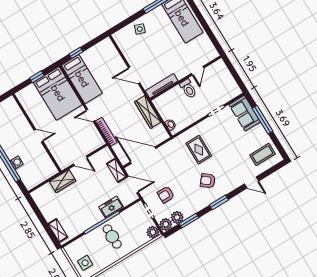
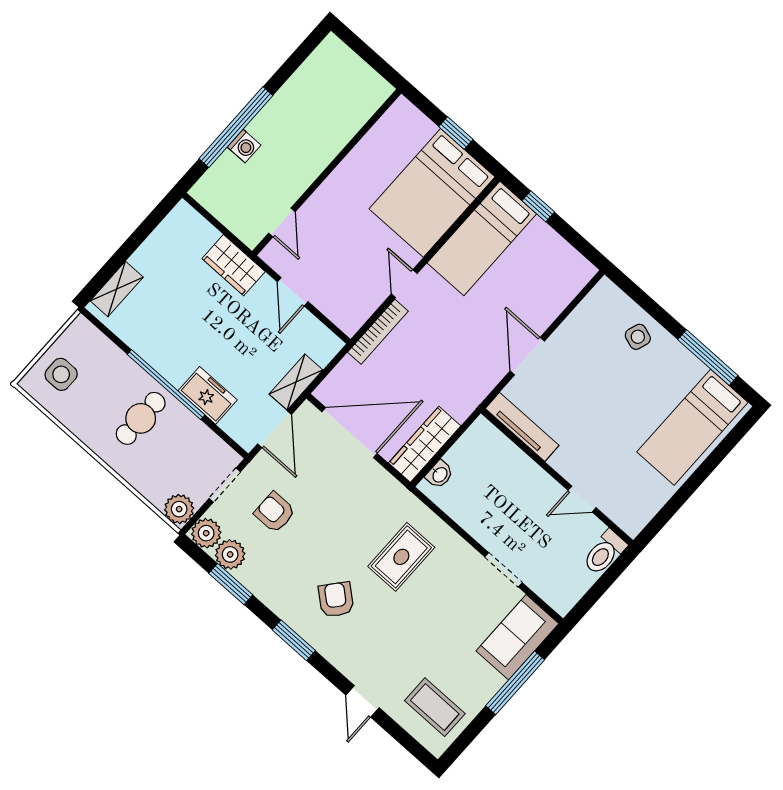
toilet: (188, 89) -> (604, 553), moved
wardrobe: (148, 112) -> (425, 444), moved
door: (39, 136) -> (282, 222), moved
door: (143, 155) -> (350, 433), hinge flipped

